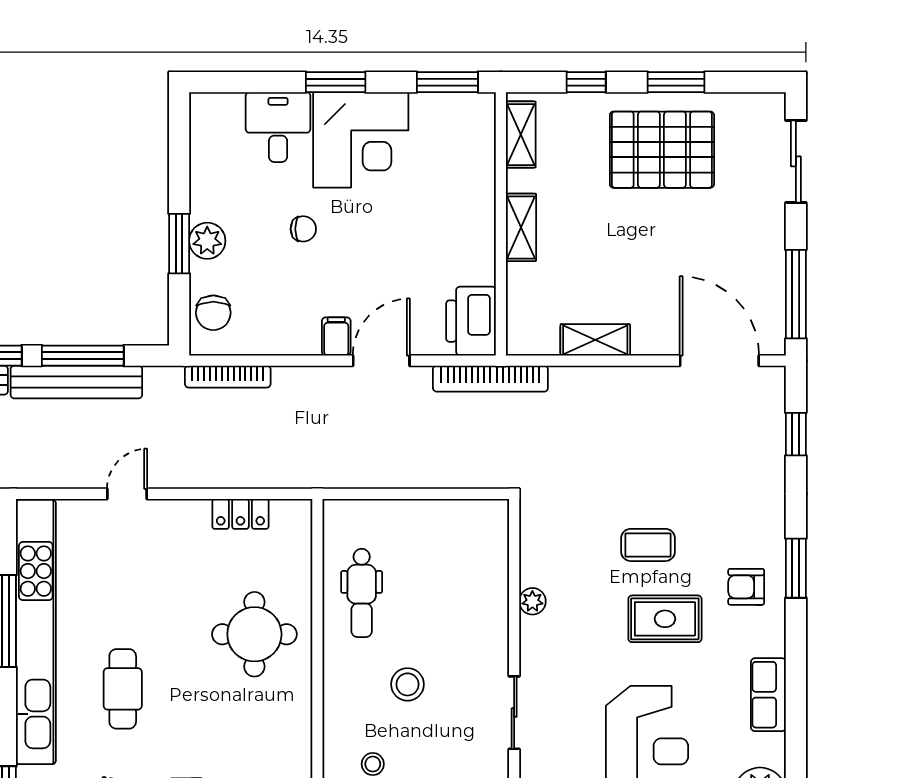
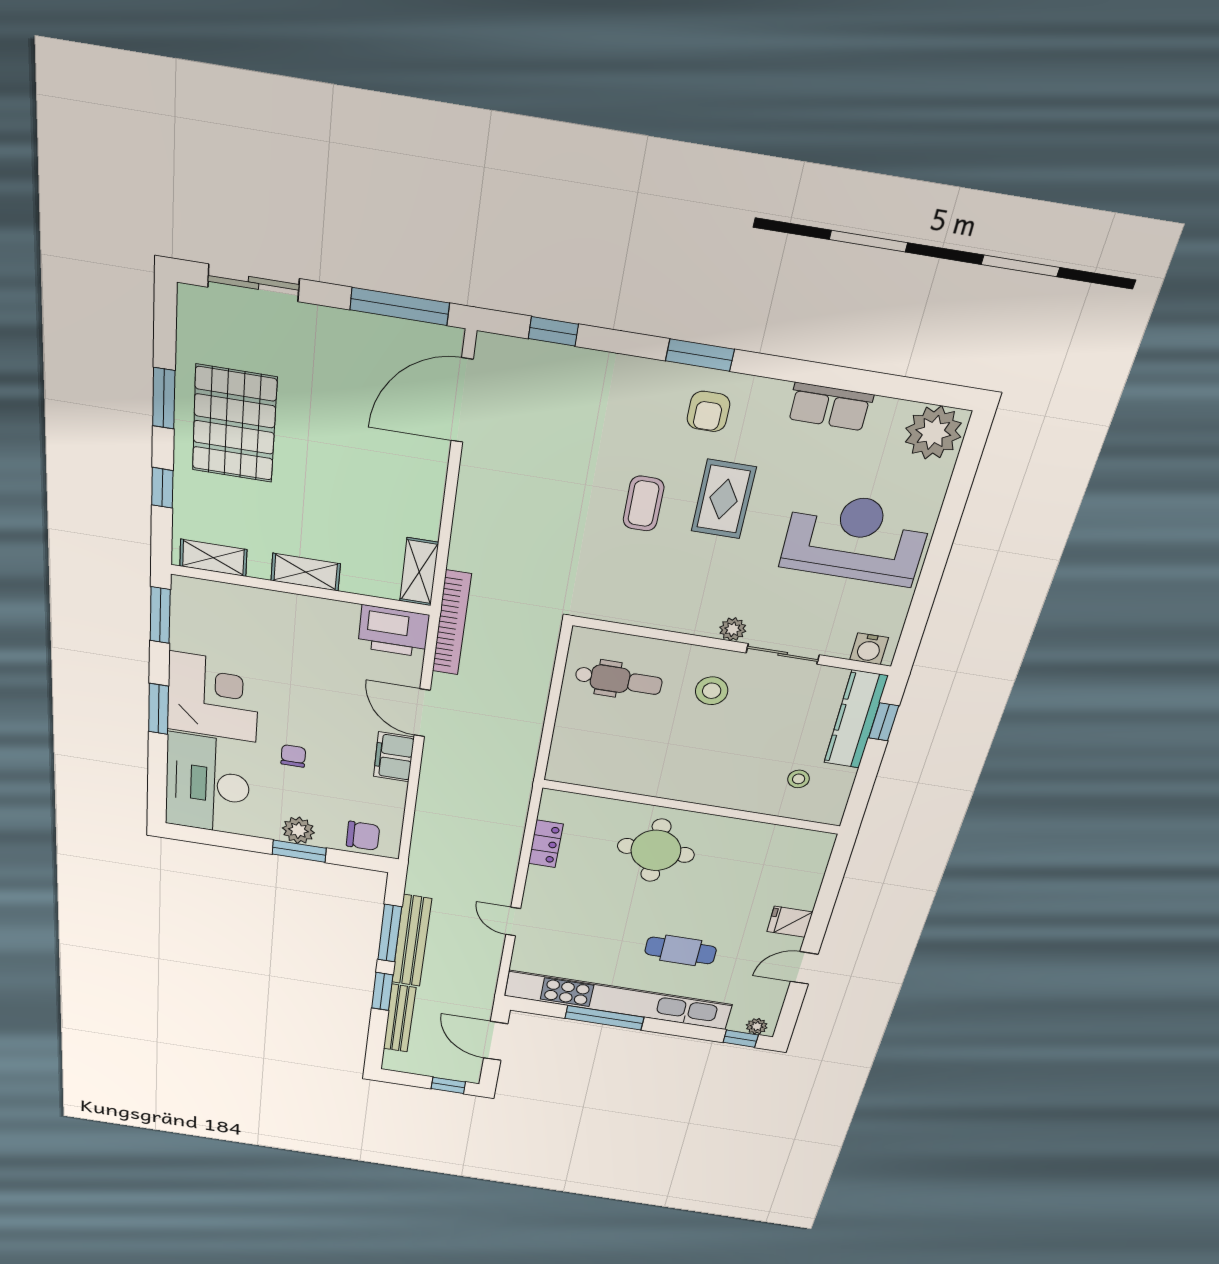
desk: (278, 127) -> (208, 784), width x1.87, depth x1.30
filing cabinet: (336, 336) -> (394, 757), width x2.00
shelving: (595, 340) -> (419, 572), moved
bookcase: (228, 377) -> (421, 834), removed
dental chair: (362, 593) -> (619, 680), moved
plant: (532, 601) -> (733, 629), moved
stool: (407, 684) -> (712, 691), moved

